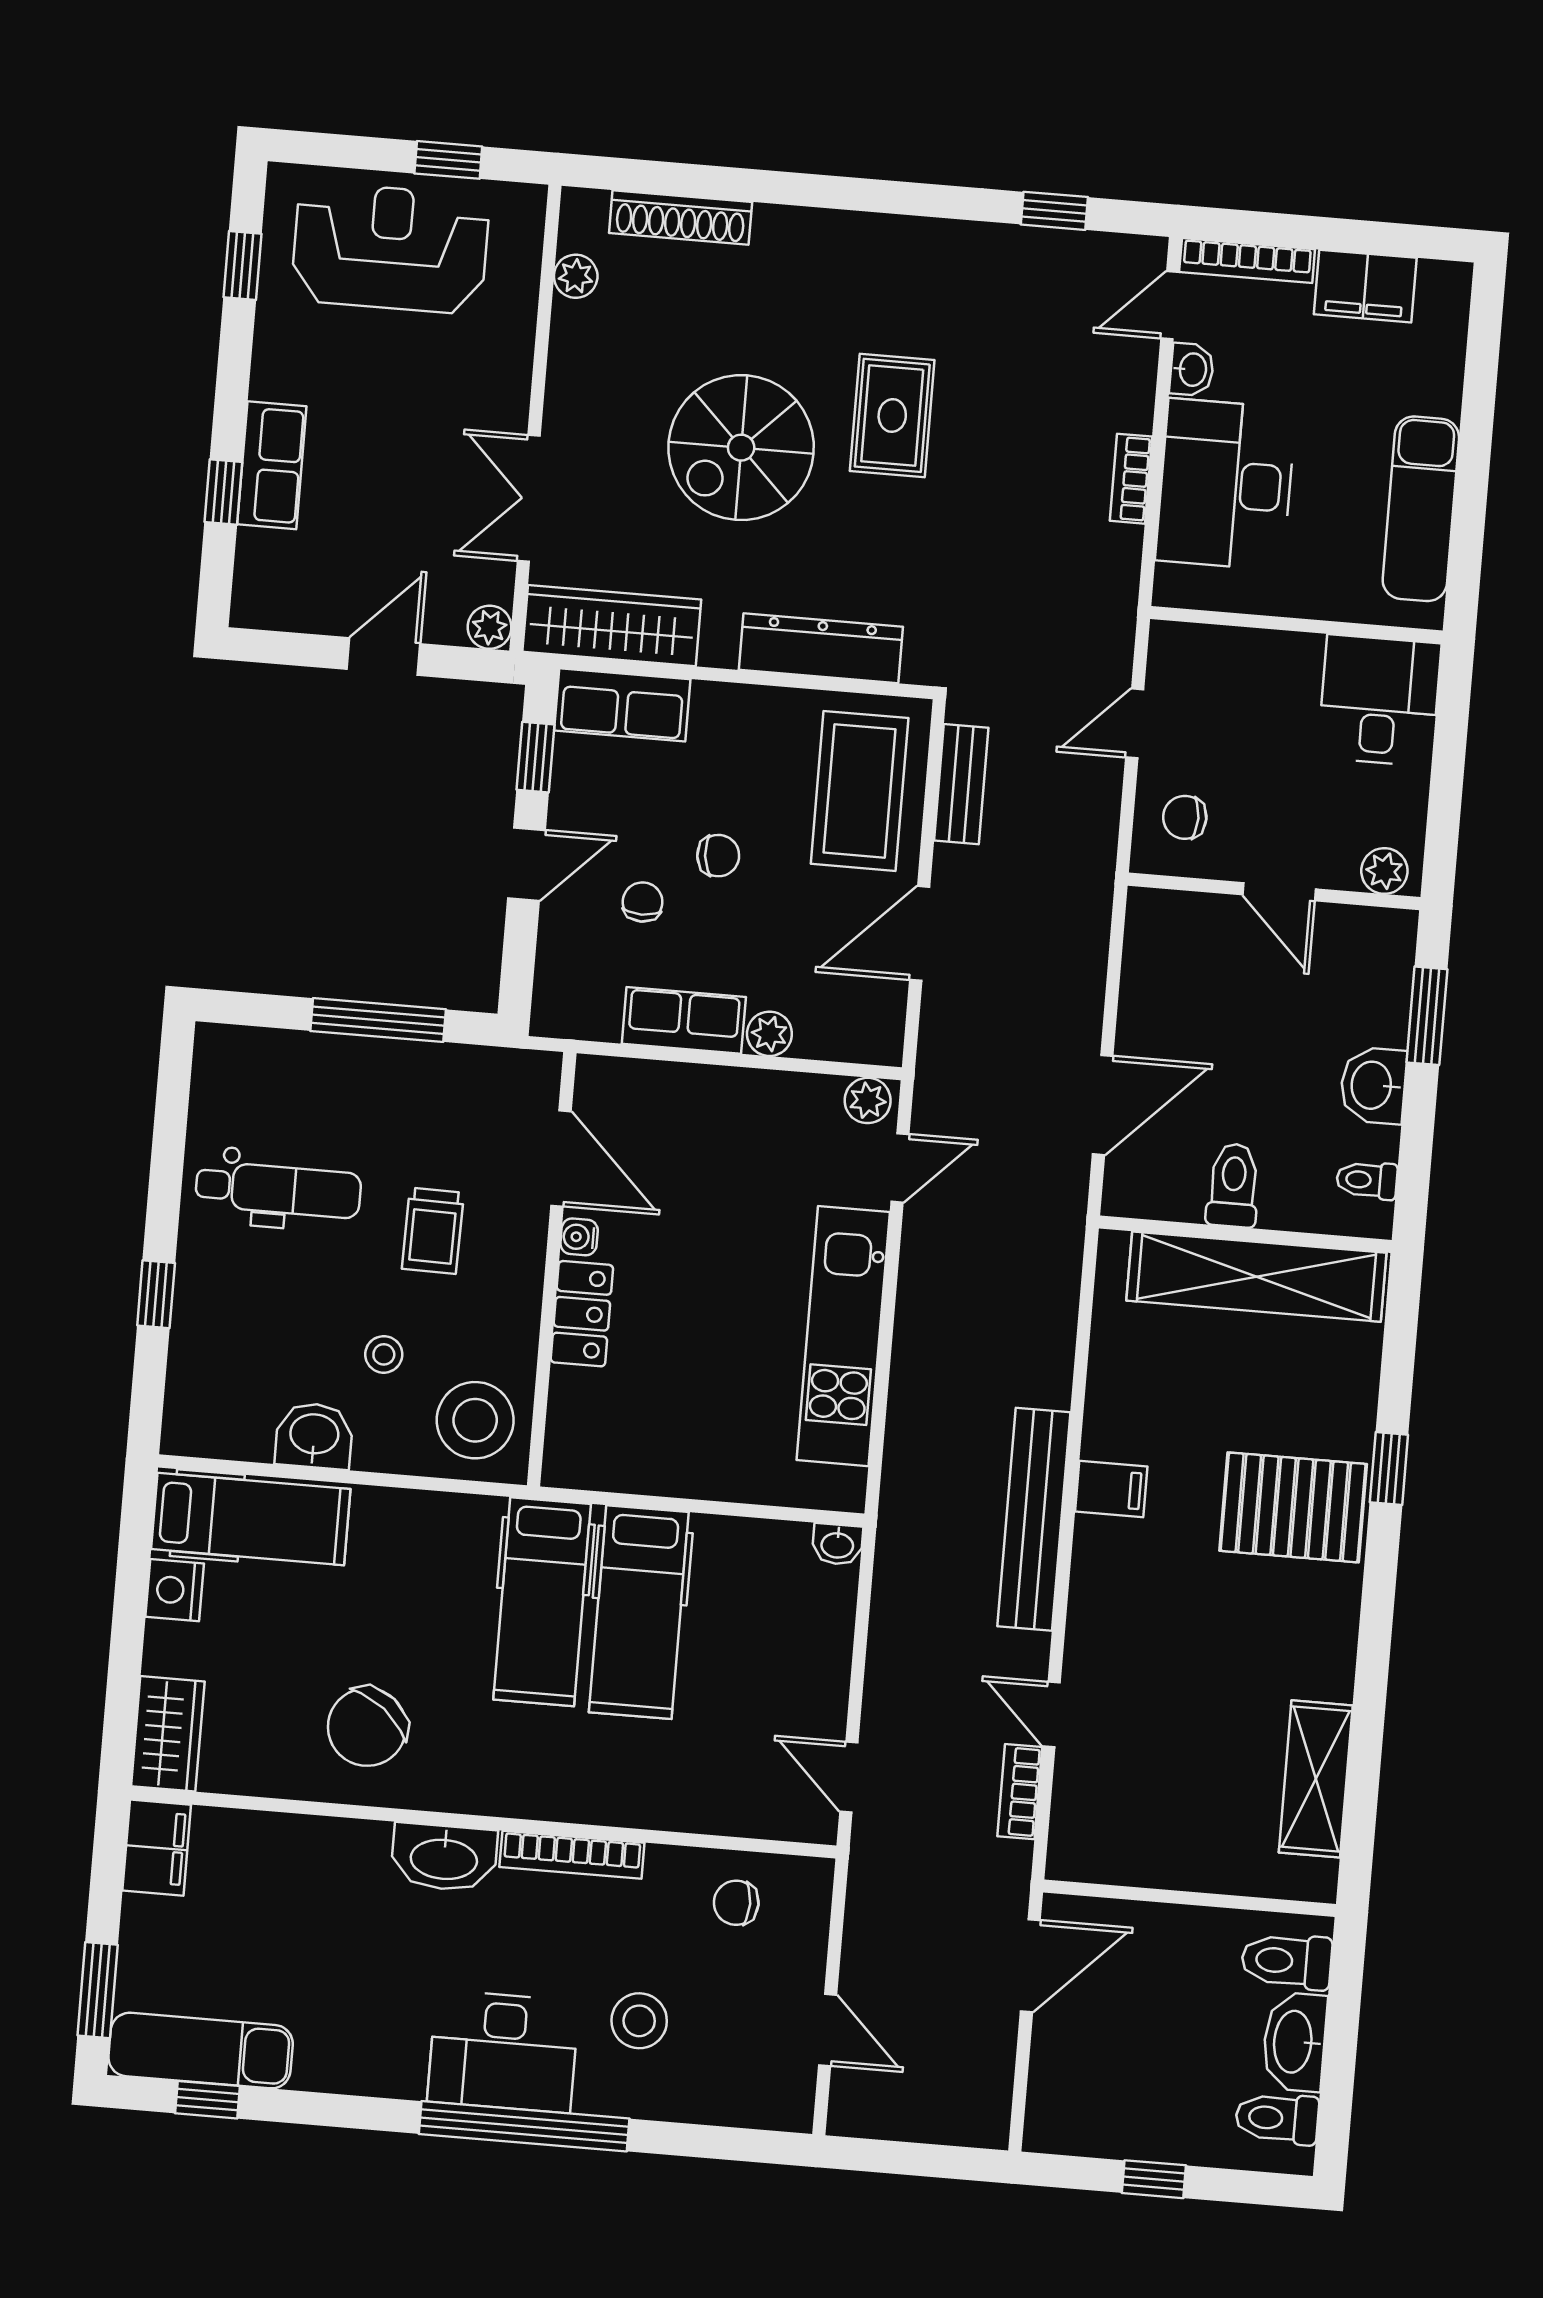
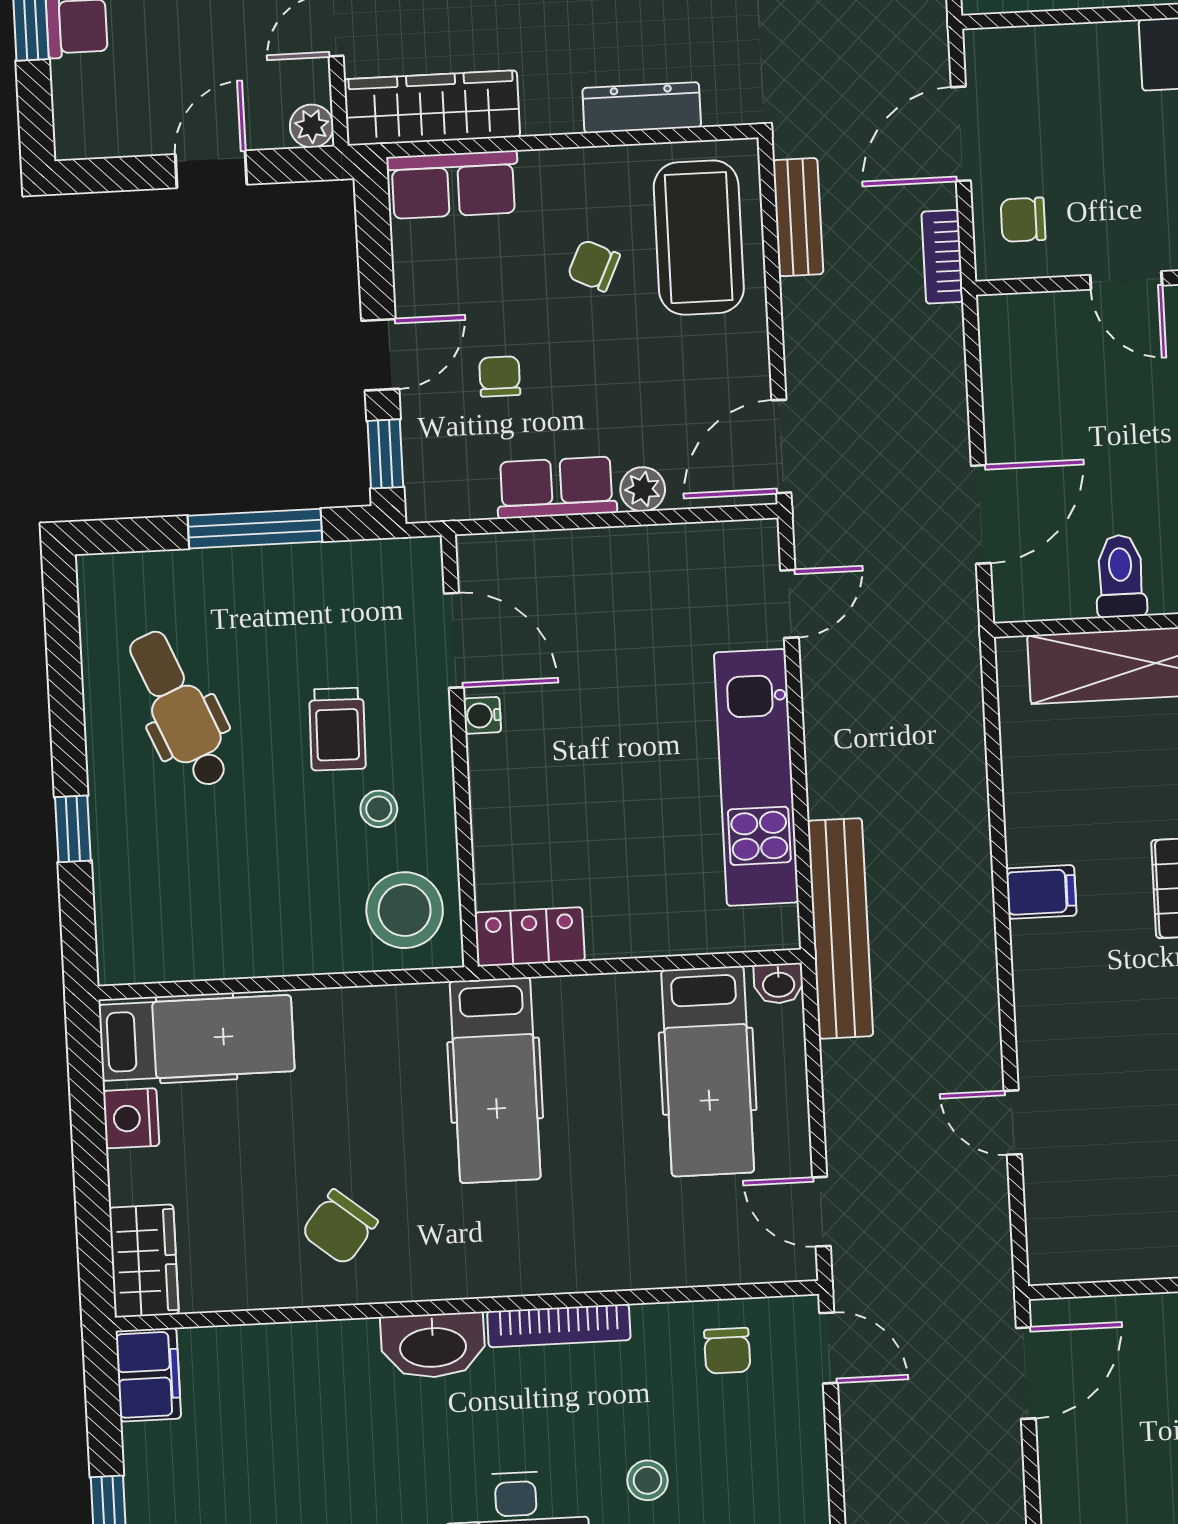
dresser: (821, 648) -> (642, 108), width x0.73, depth x0.80
door: (1135, 723) -> (961, 134), width x1.38
window: (536, 757) -> (385, 454), moved
chair: (718, 856) -> (594, 266), moved, turned -149
door: (920, 933) -> (781, 446), moved
plant: (868, 1100) -> (748, 542), removed
dental chair: (278, 1190) -> (179, 709), turned -113
locker: (582, 1314) -> (530, 937), moved, turned -90
stool: (384, 1354) -> (379, 809), moved
washbasin: (314, 1436) -> (248, 947), removed
bench: (1034, 1519) -> (840, 928), moved
hospital bed: (639, 1612) -> (708, 1071), moved
chair: (367, 1727) -> (339, 1227), width x0.73, depth x0.73
bookcase: (1020, 1792) -> (942, 257), moved
chair: (736, 1903) -> (727, 1351), turned -90
stool: (639, 2021) -> (647, 1480), width x0.73, depth x0.73
door: (828, 2030) -> (829, 1348), moved

